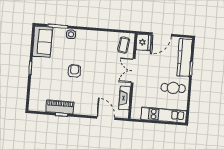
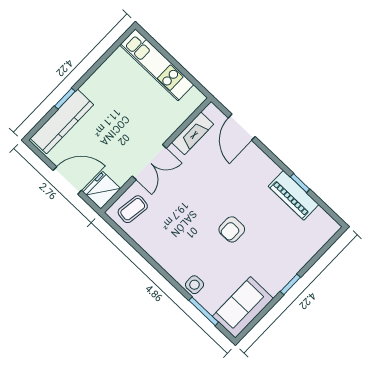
cafe table: (173, 88) -> (113, 92), removed

